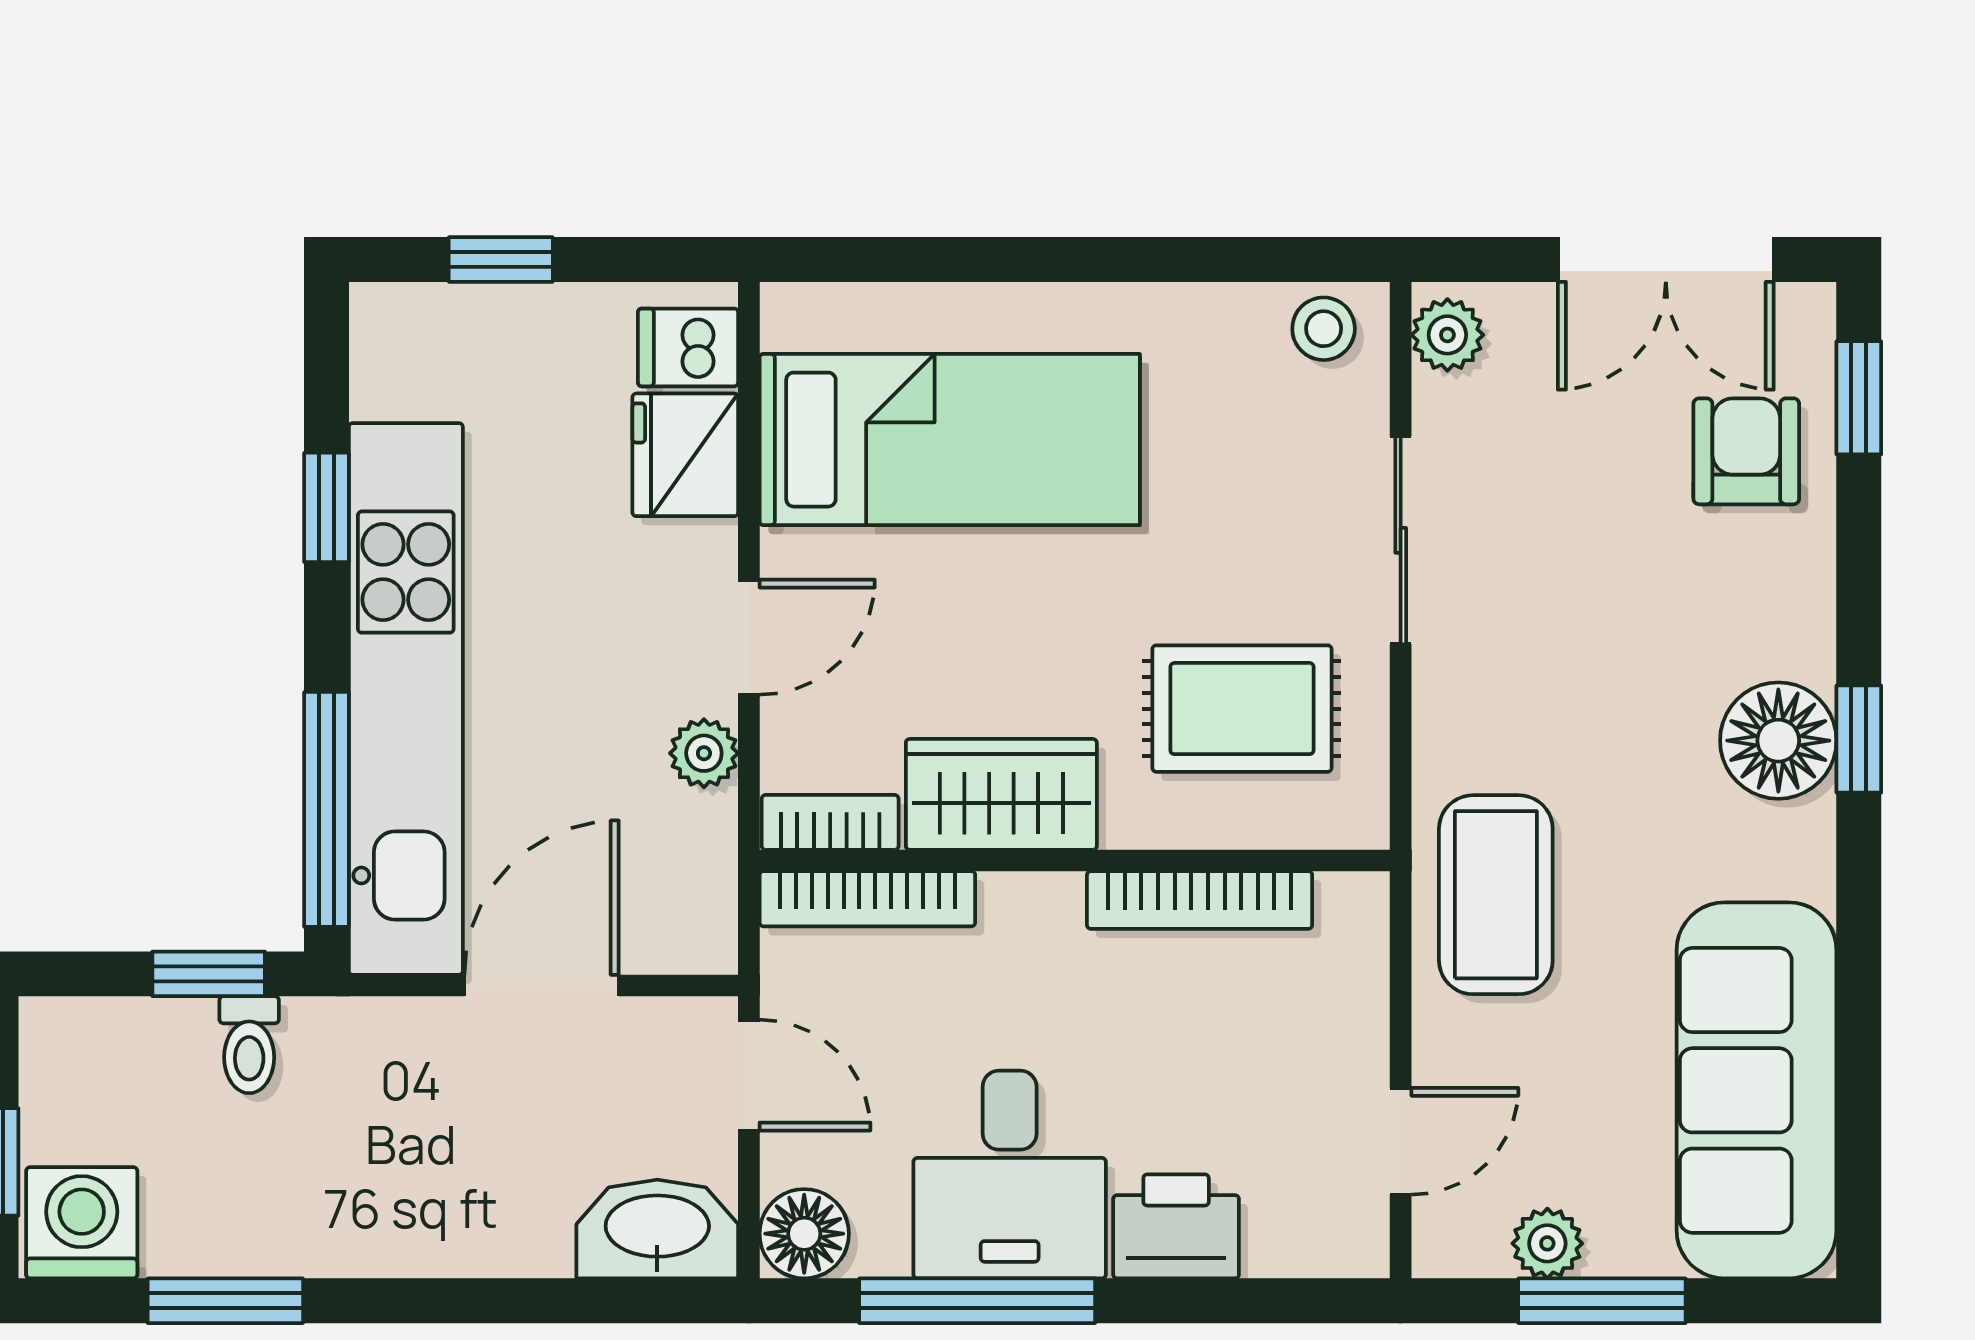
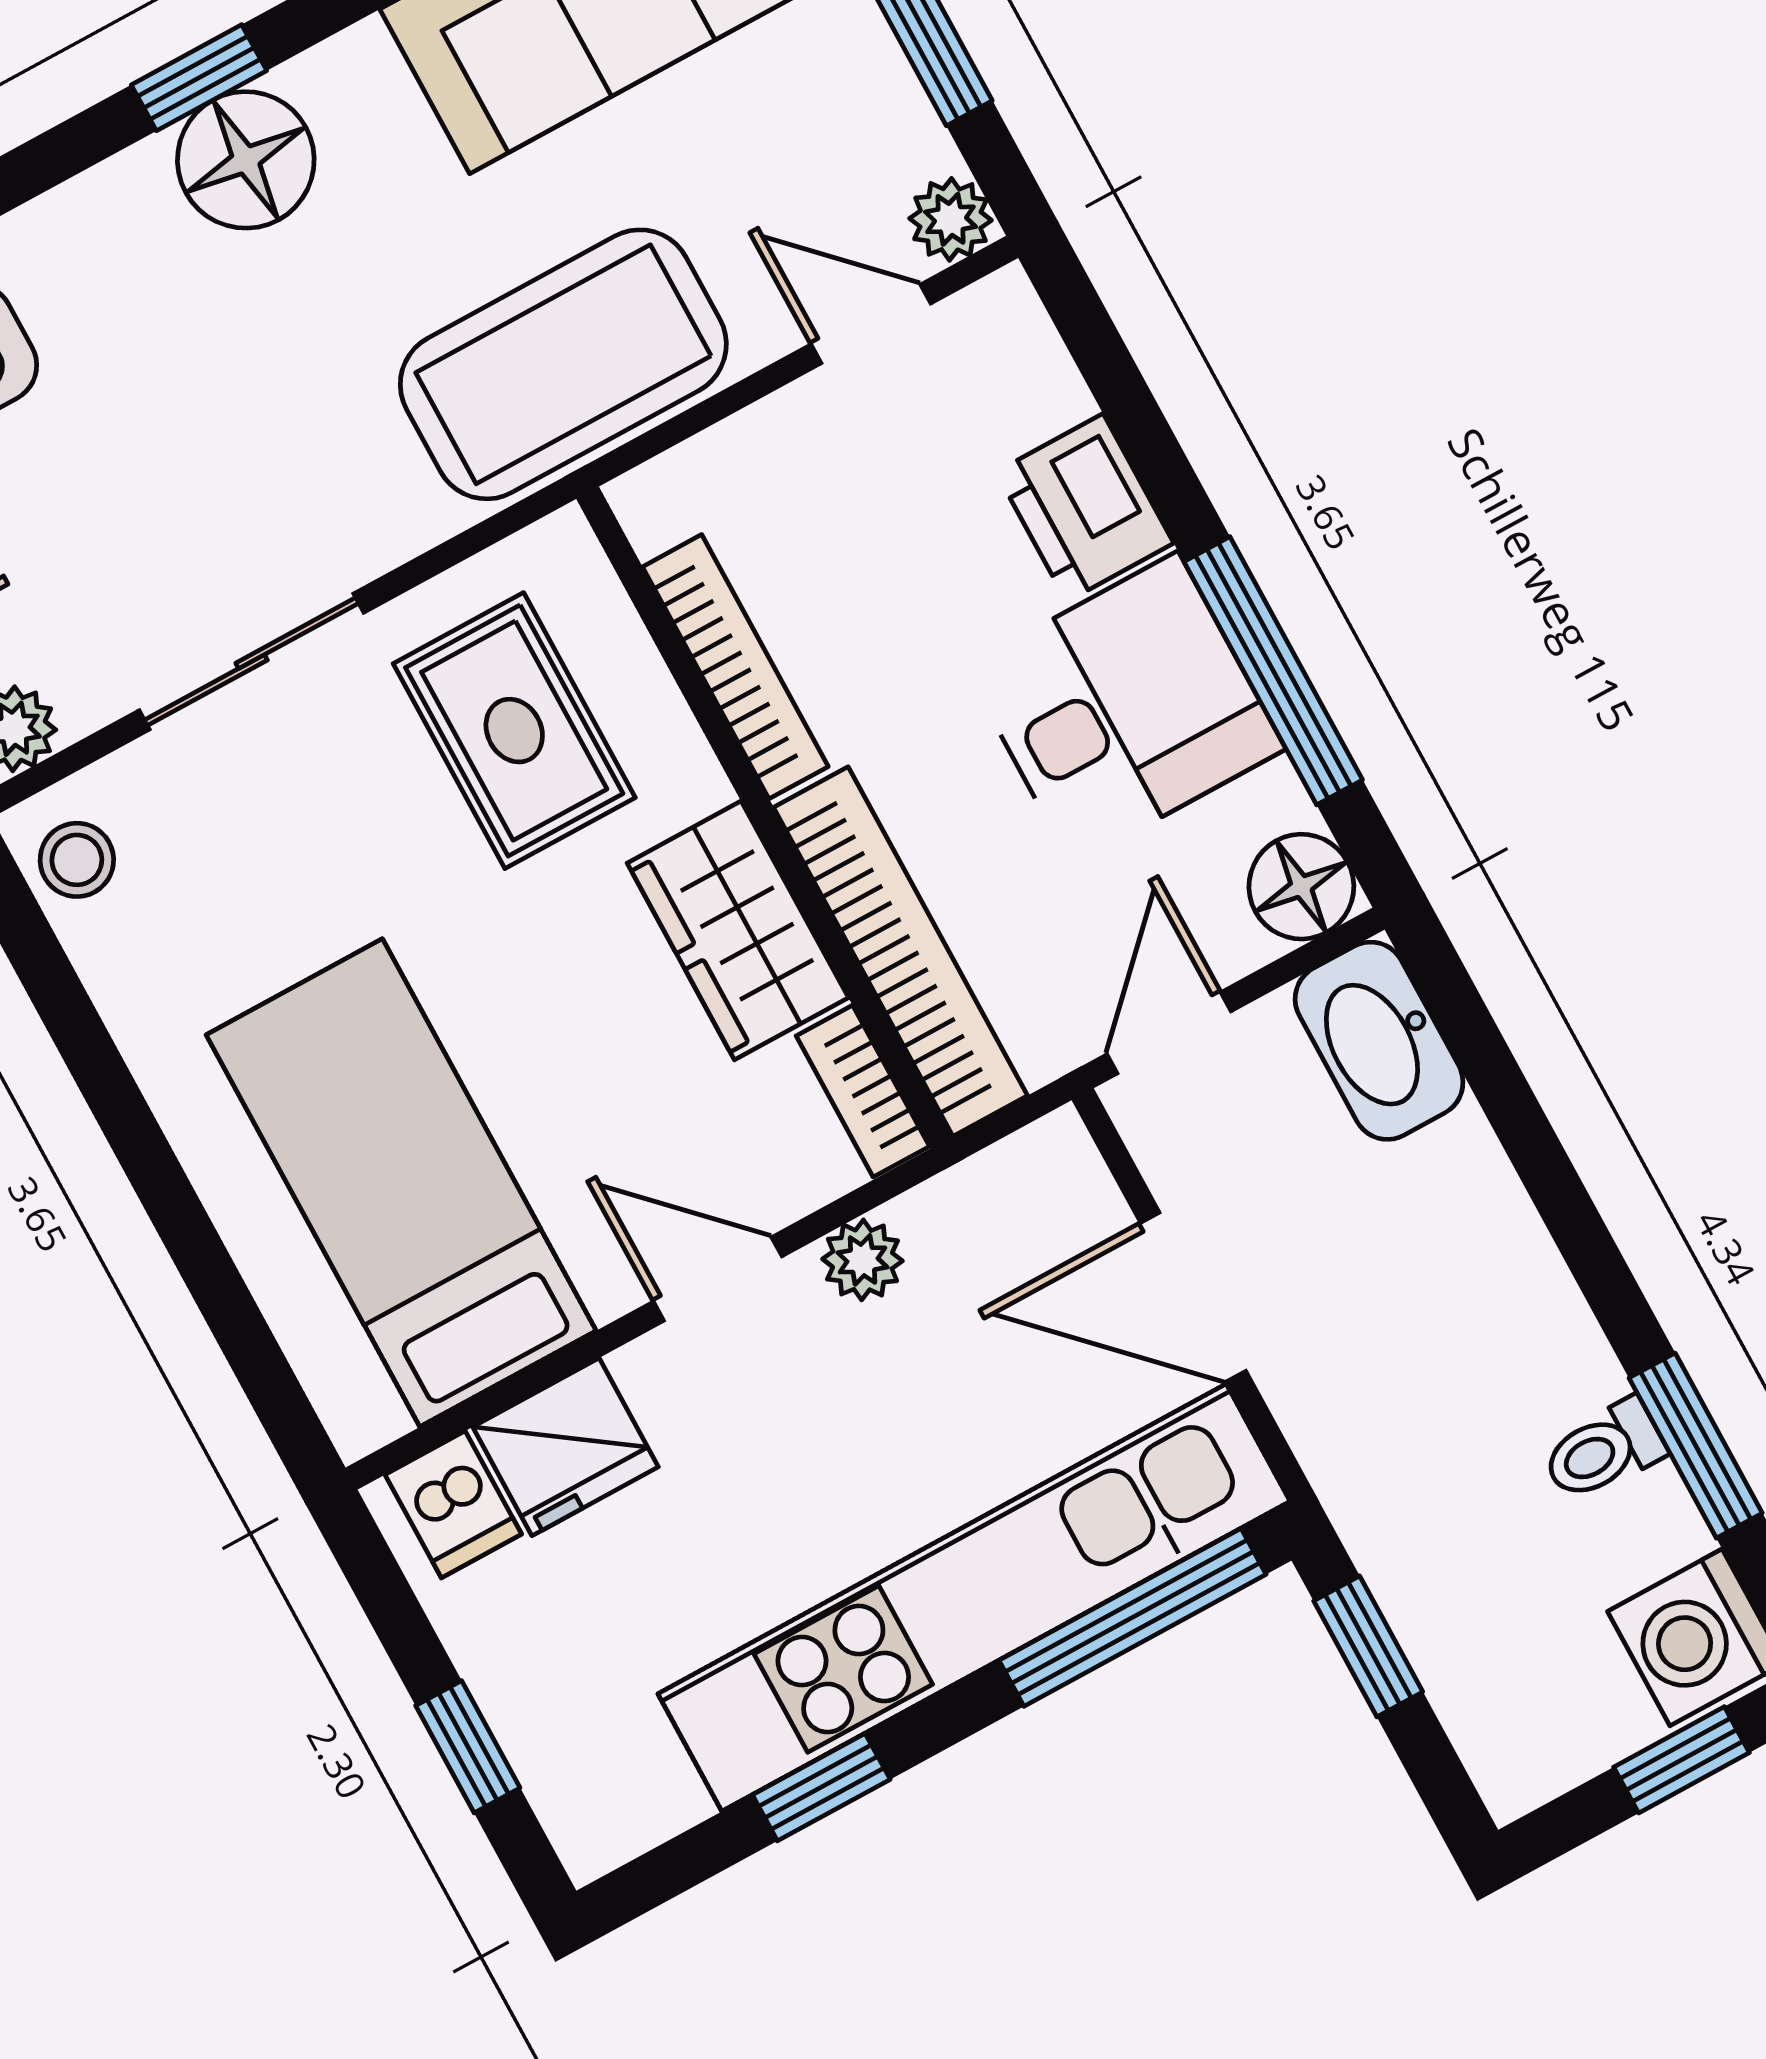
coffee table: (1496, 895) -> (563, 364), width x1.36, depth x1.32
bookcase: (867, 899) -> (901, 952), width x1.48, depth x1.31
toilet: (249, 1045) -> (1604, 1450), moved, turned 180
plant: (1547, 1243) -> (950, 219), moved

